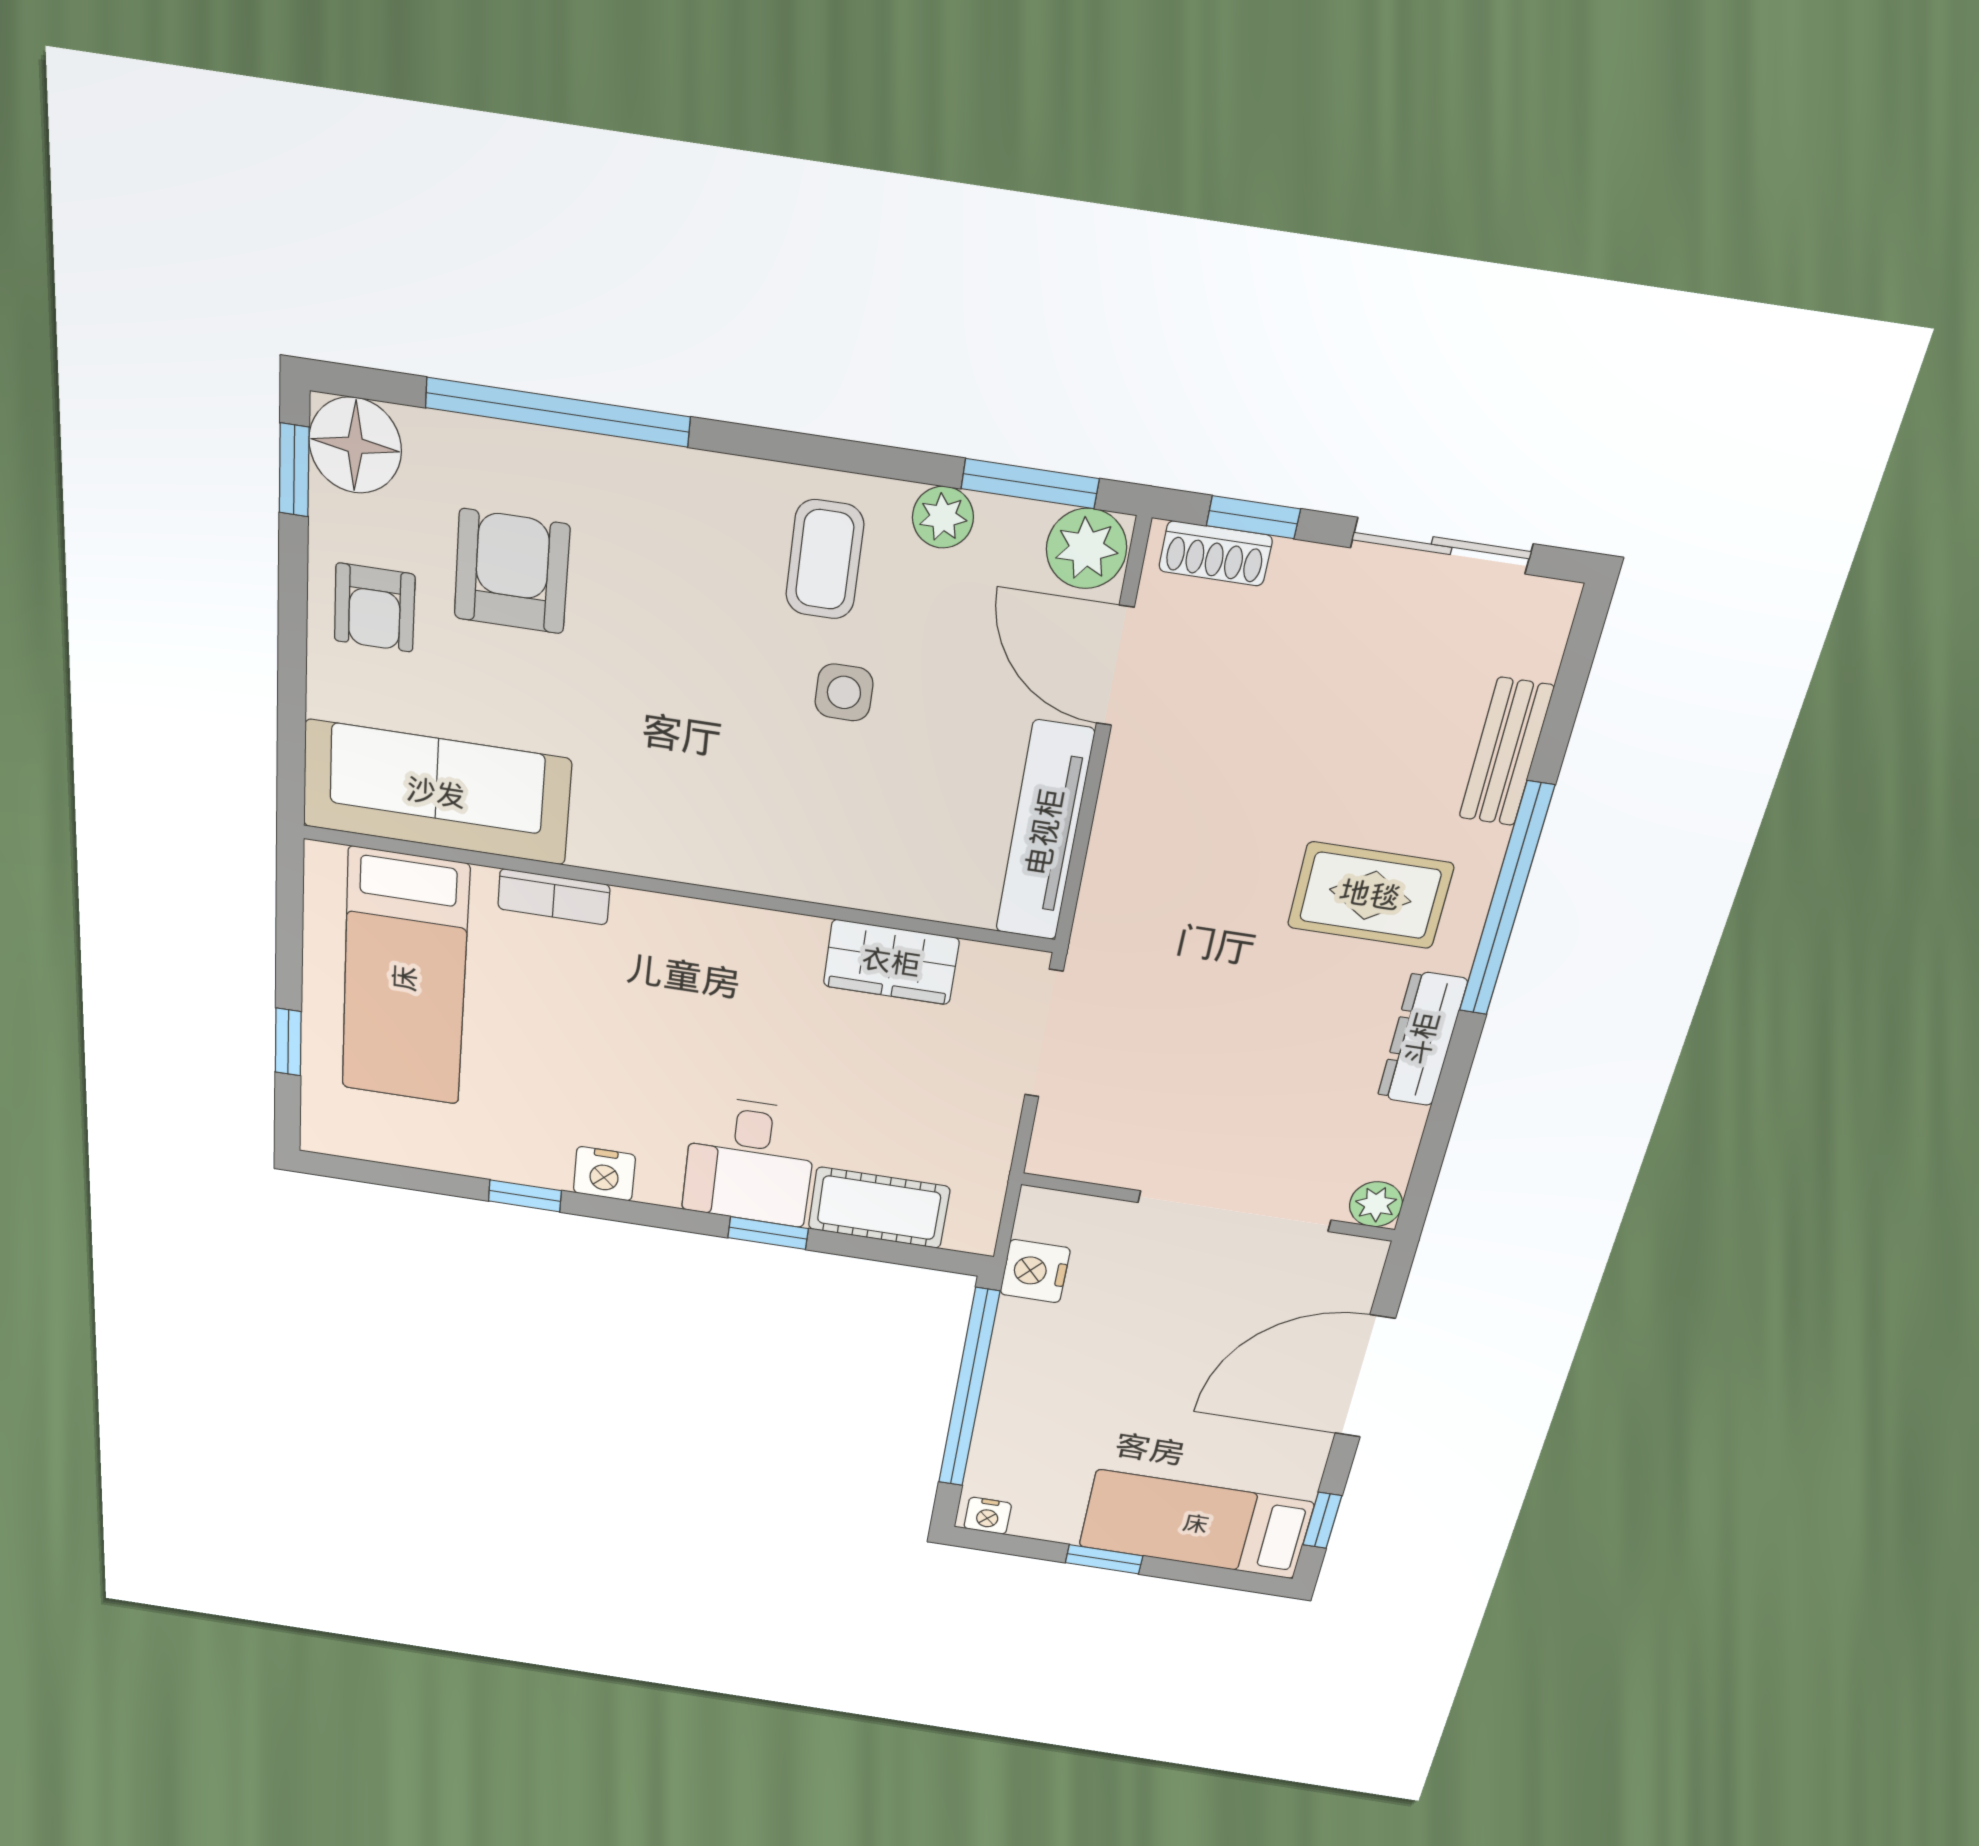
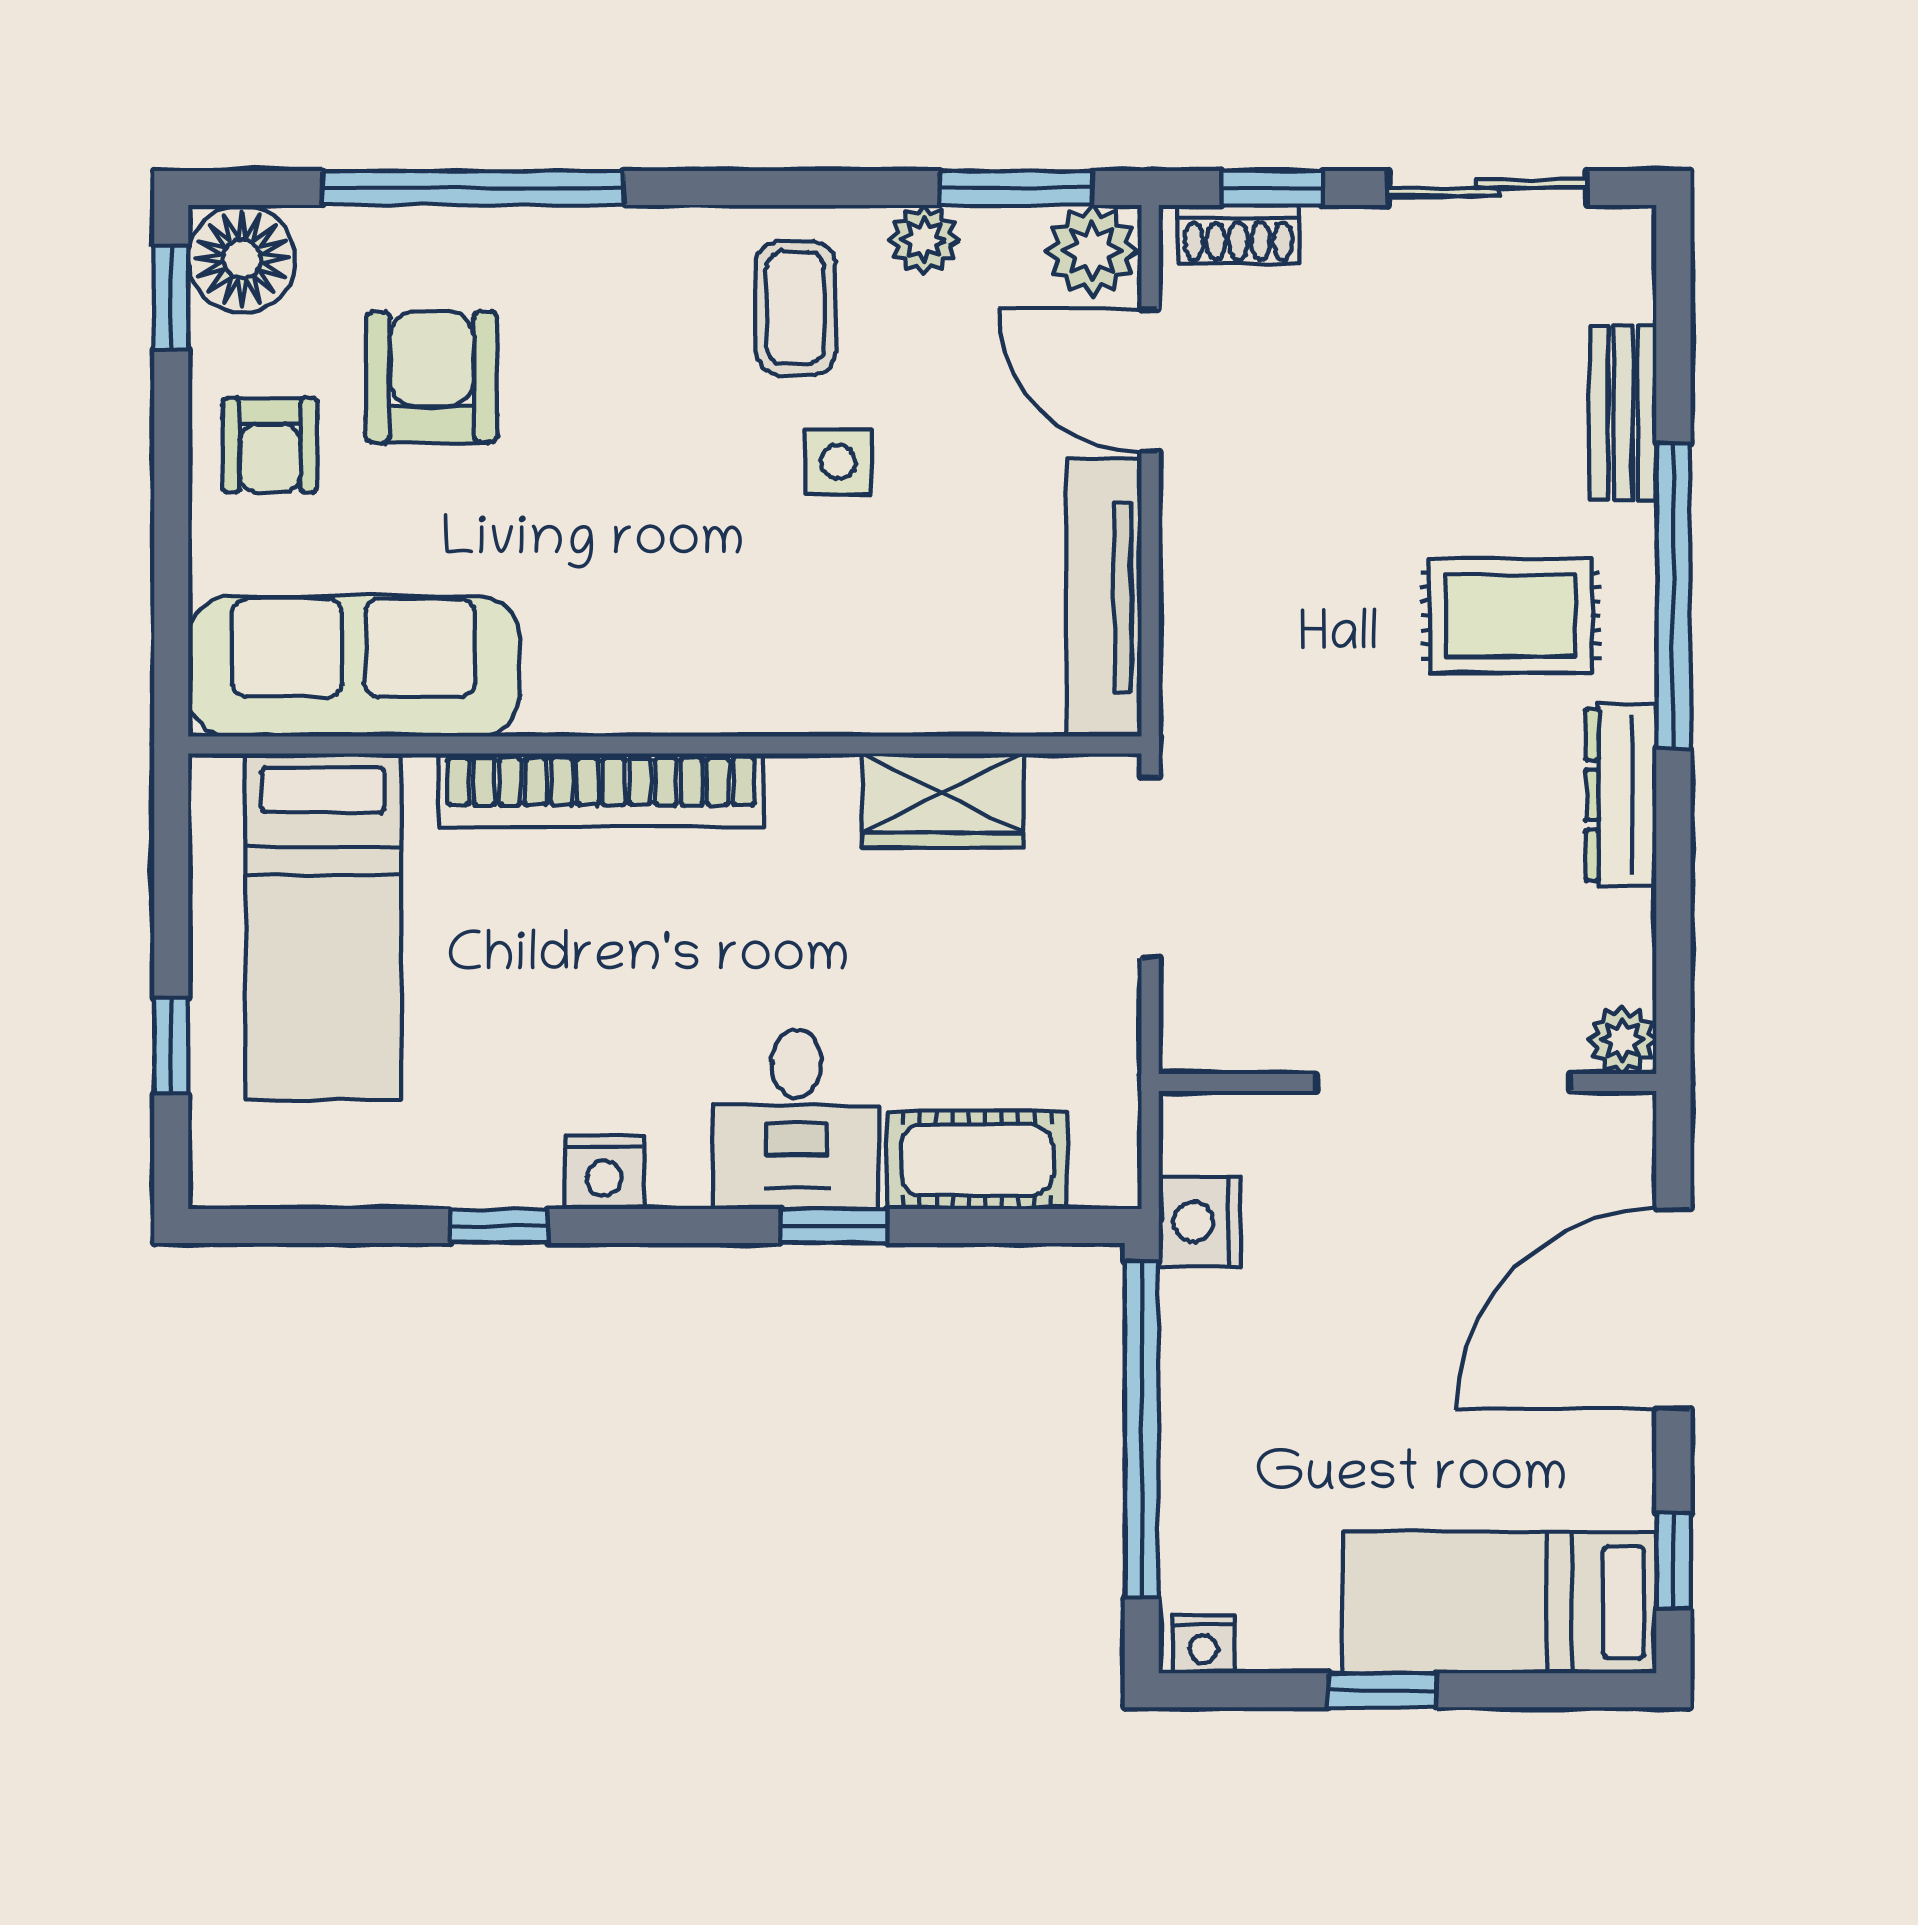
bookcase: (554, 897) -> (601, 790), width x2.31, depth x1.31

